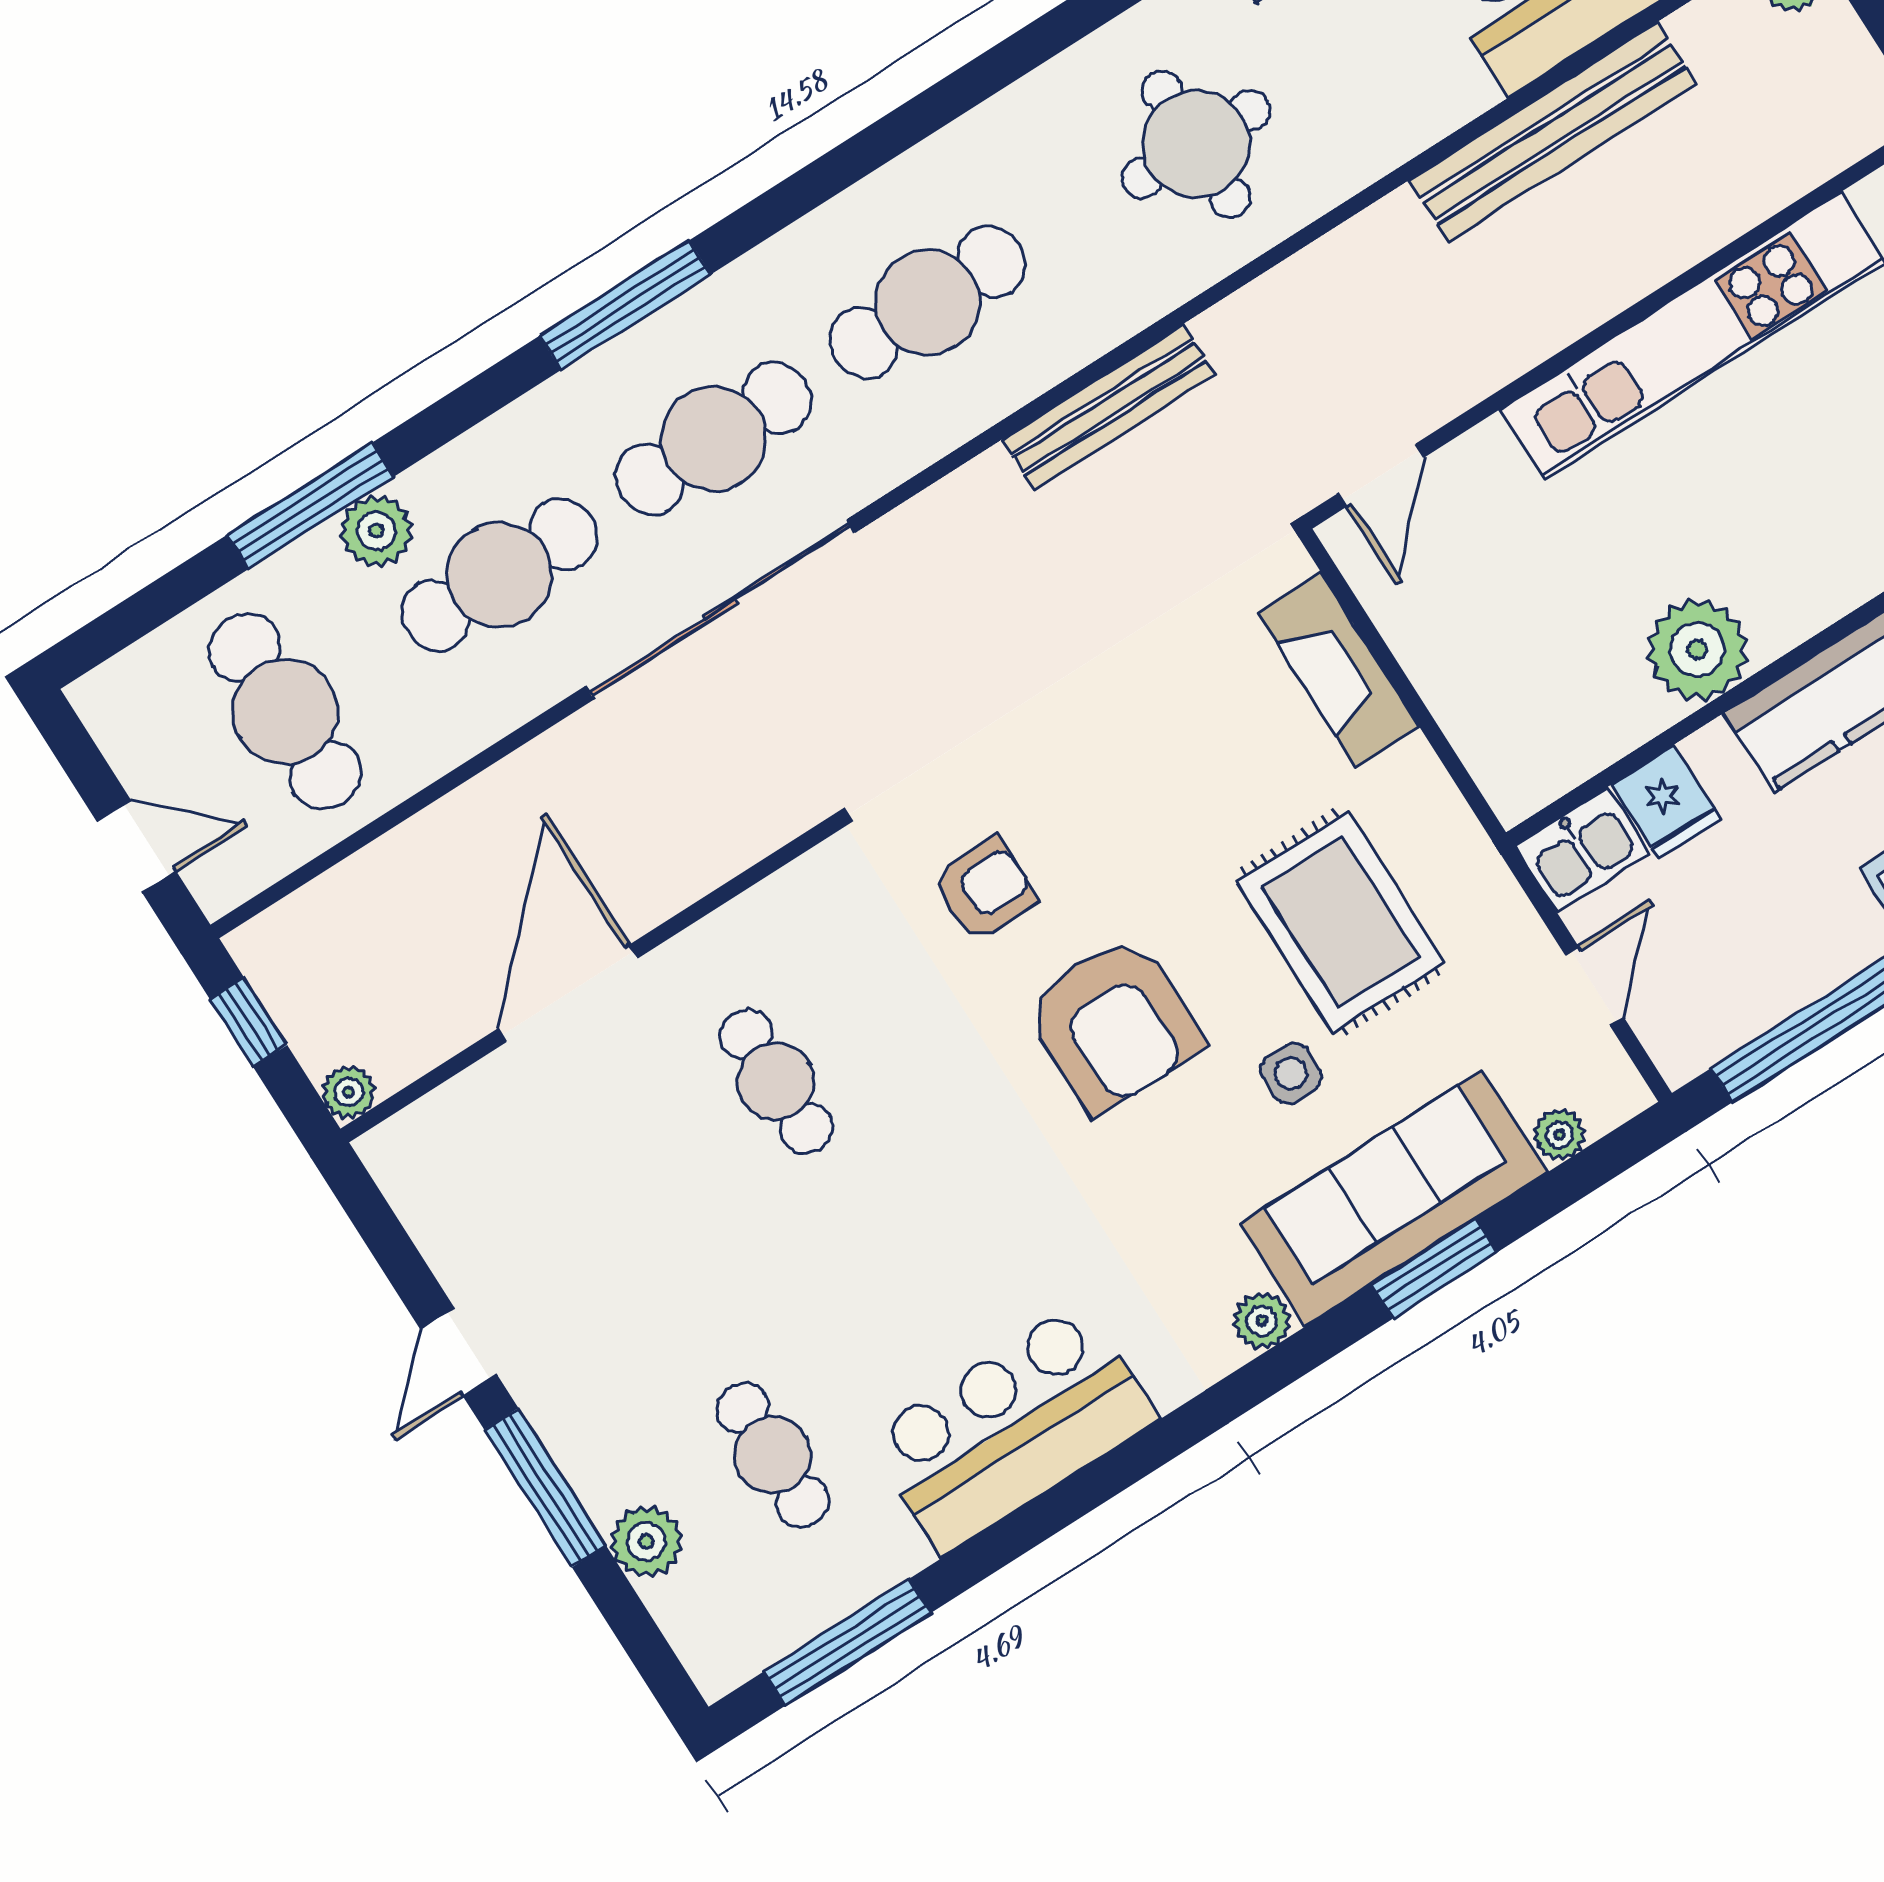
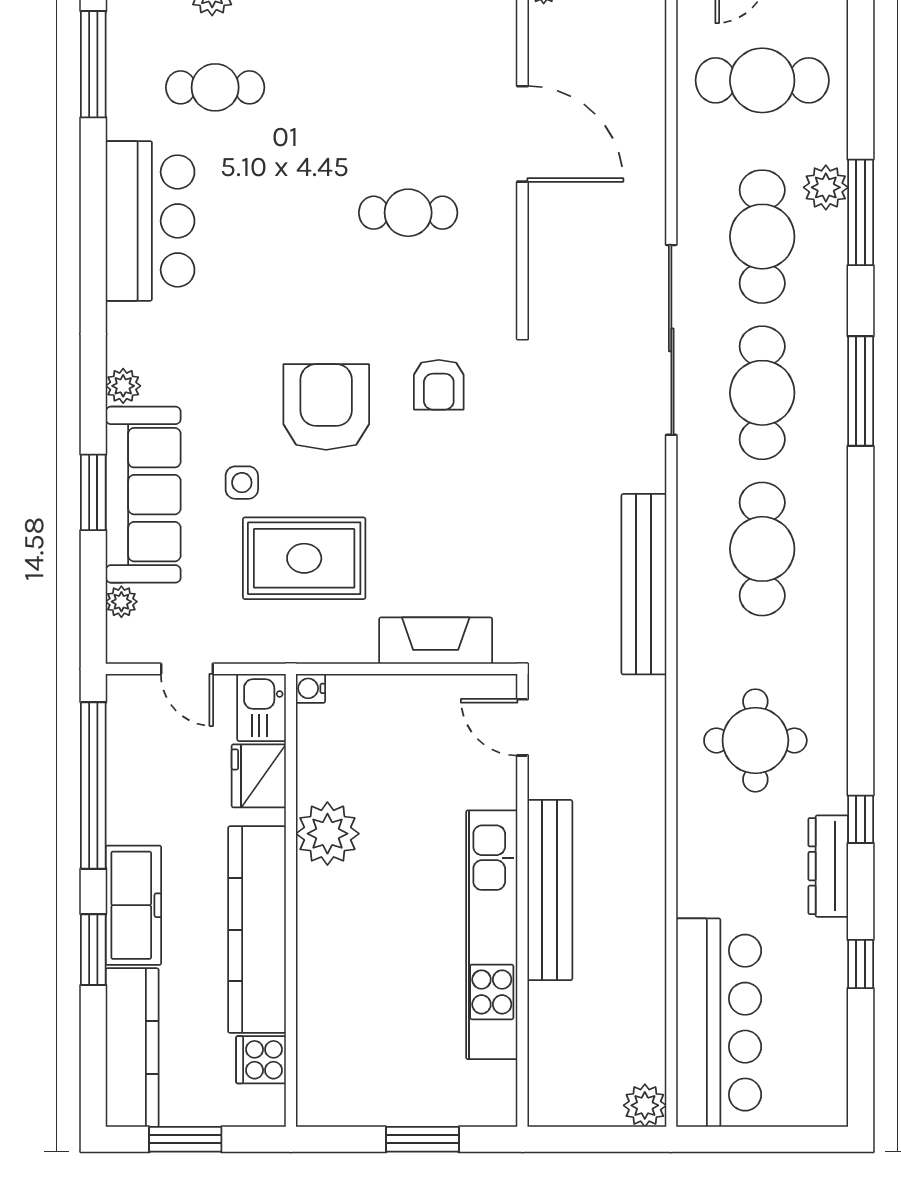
bench: (1553, 132) -> (550, 890), moved
bench: (1109, 407) -> (644, 584), width x1.37, depth x1.21
window: (311, 506) -> (861, 212), moved
water cooler: (1513, 800) -> (310, 688), added
fridge: (1666, 802) -> (259, 776), width x1.38
armchair: (1114, 1024) -> (326, 407), turned 90

